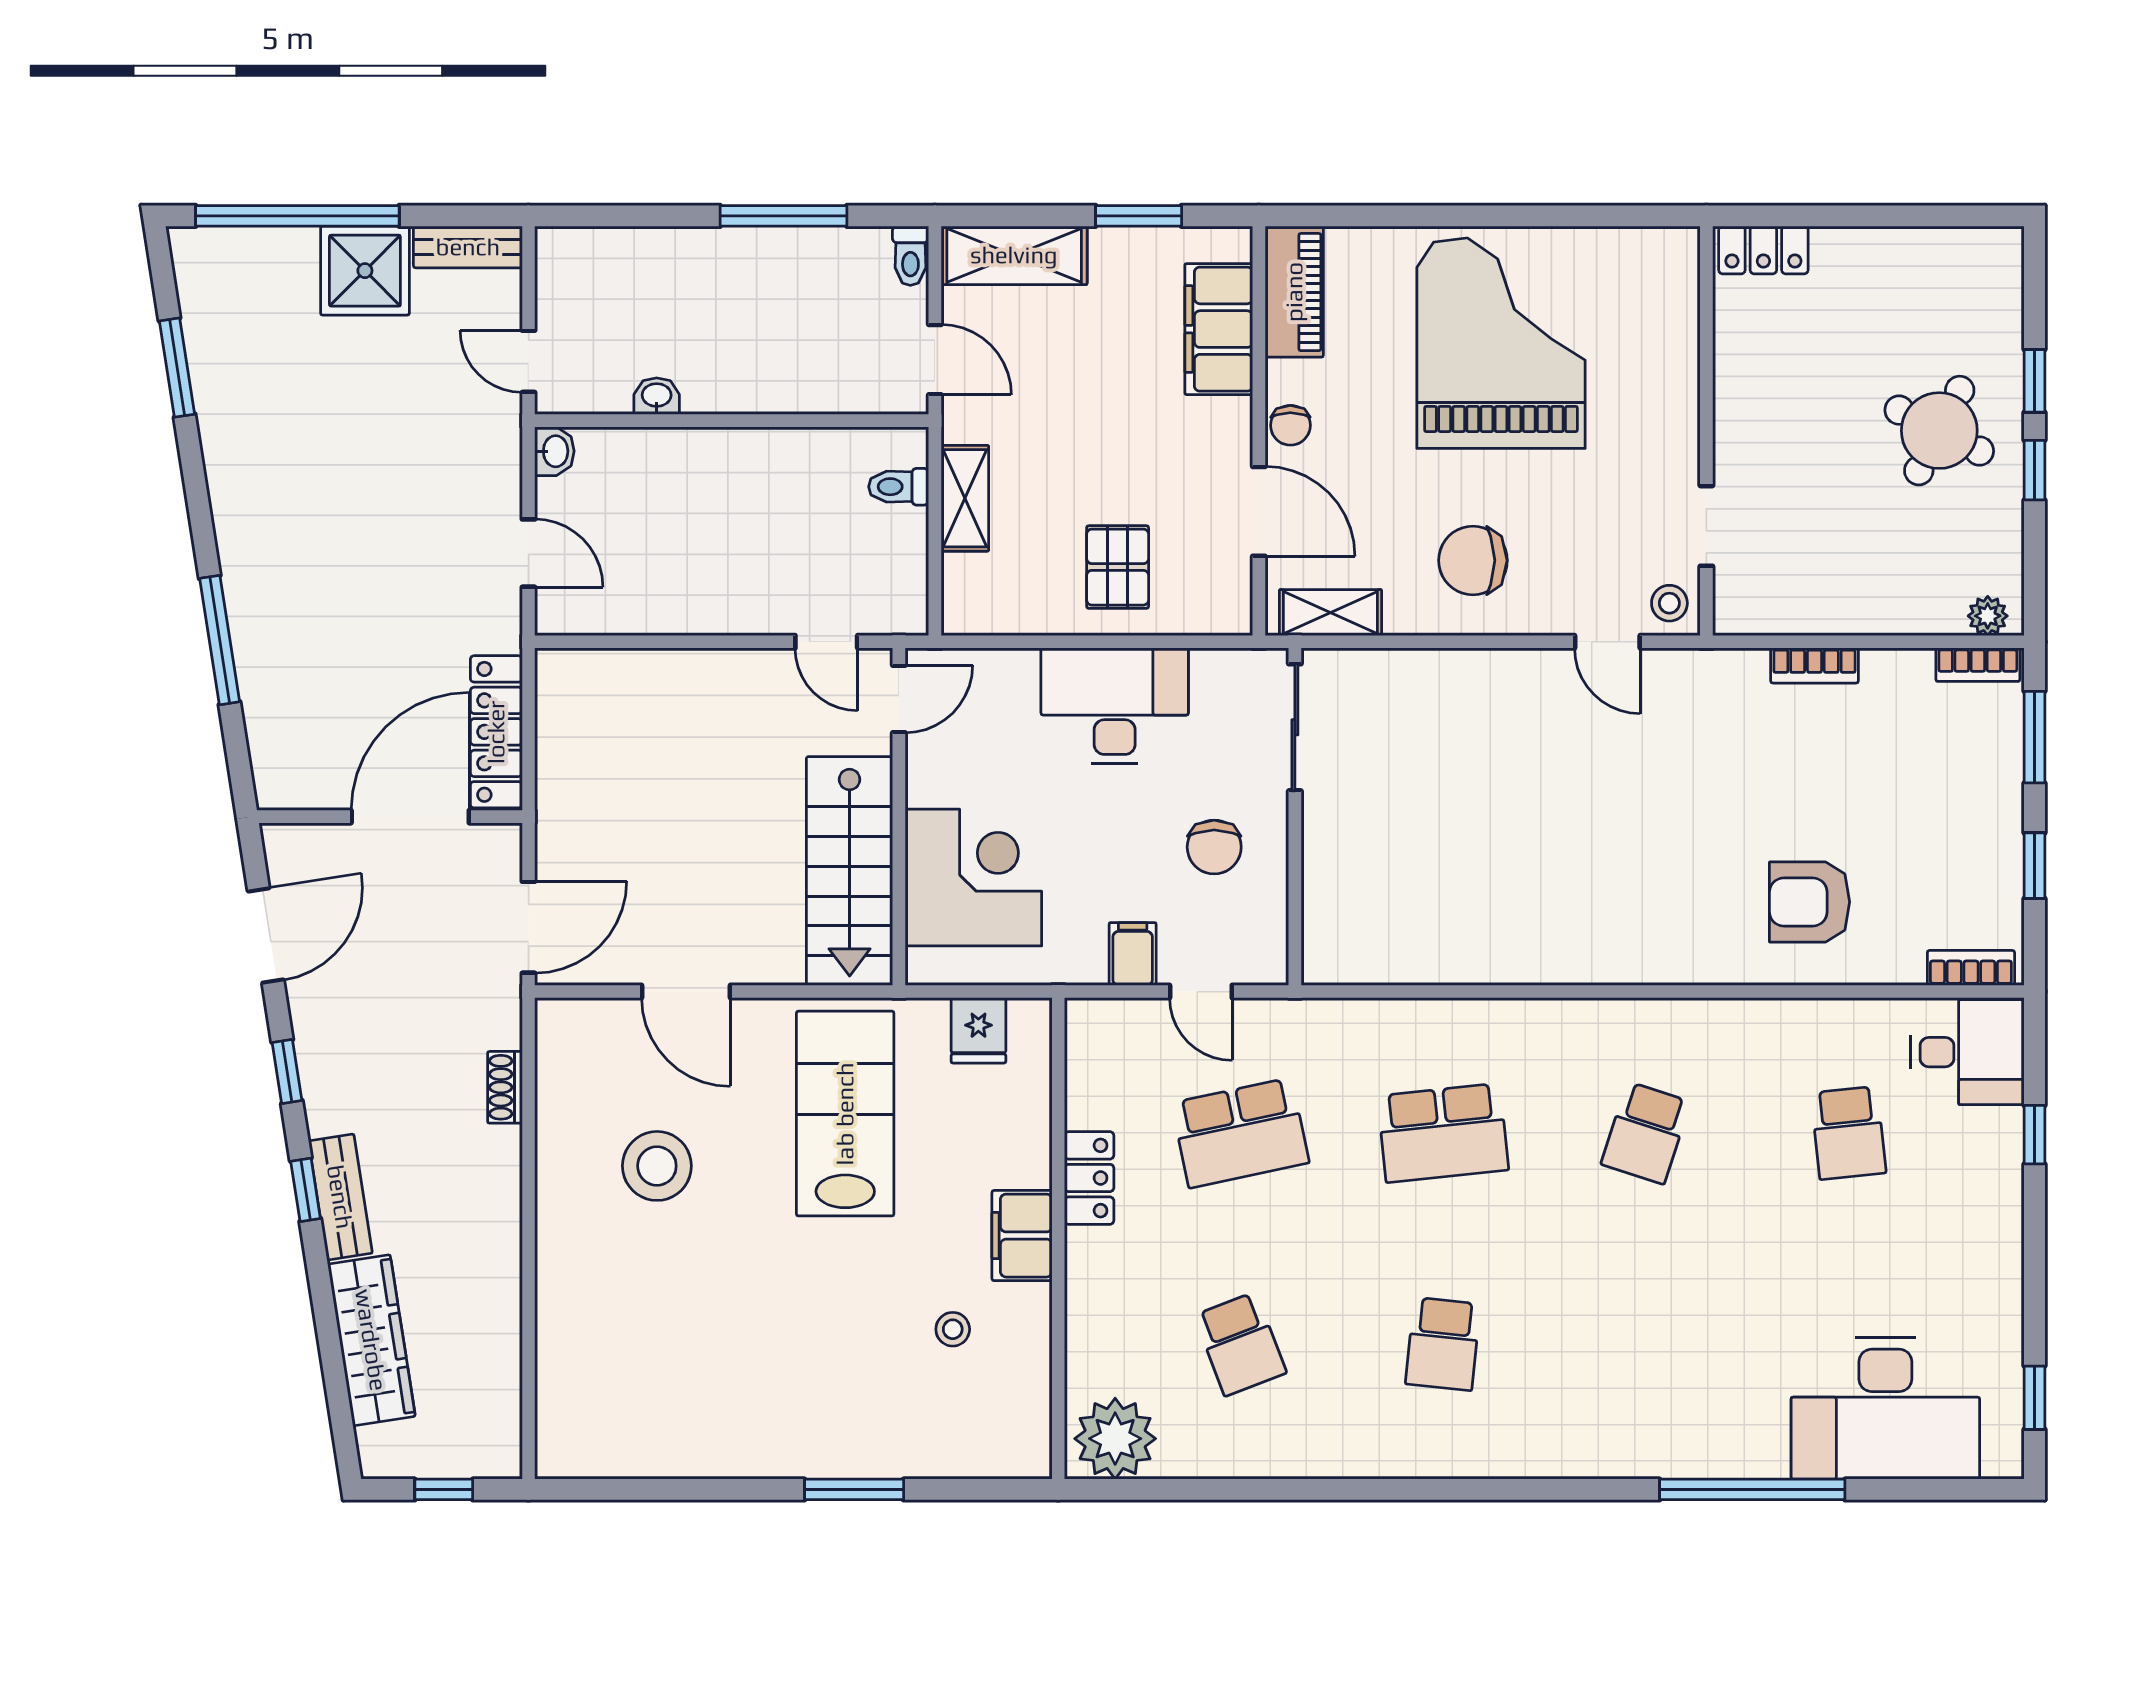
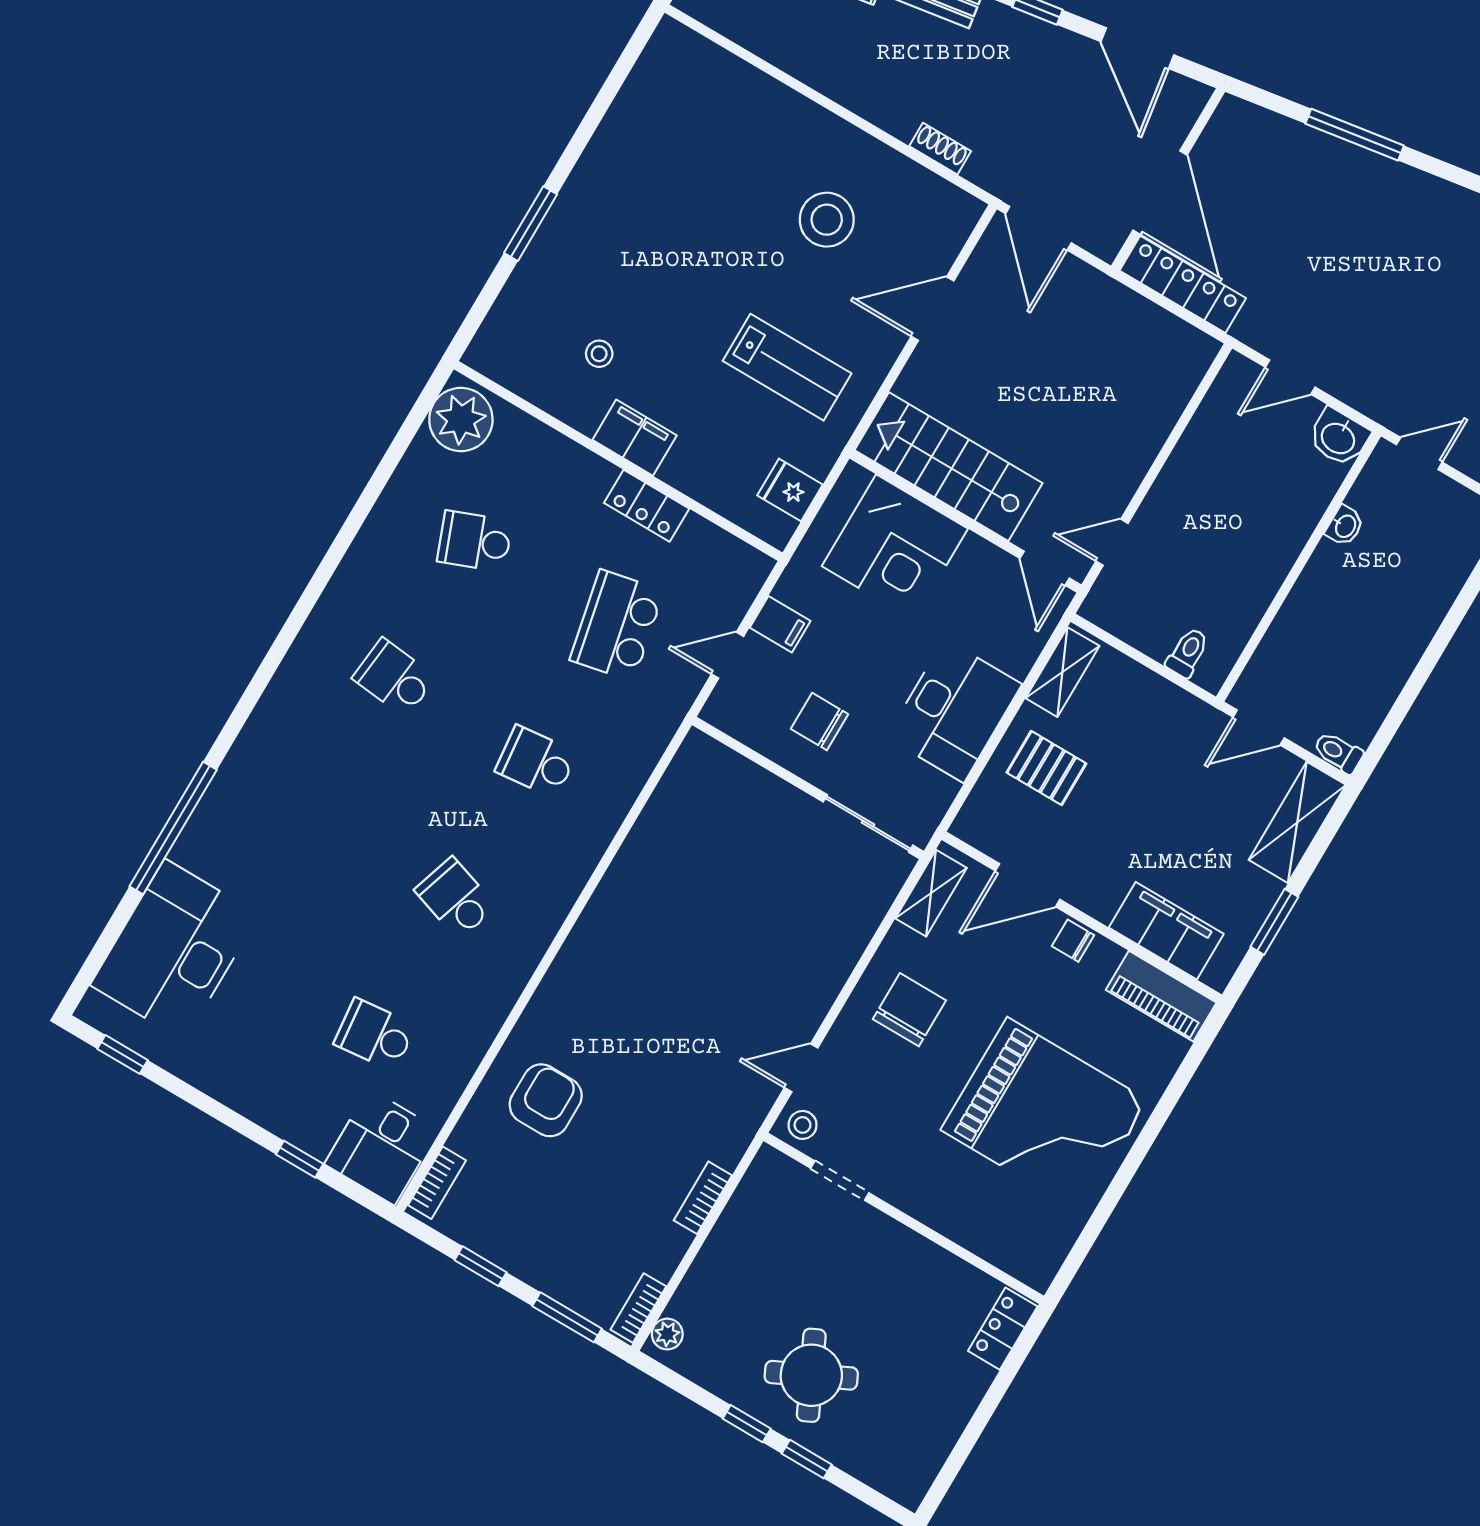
window: (784, 216) -> (1416, 683), removed
round table: (1939, 431) -> (811, 1375), turned 37
washbasin: (554, 451) -> (1339, 437), width x1.38, depth x1.45
shelving: (965, 498) -> (1062, 672), moved, turned 90
lab bench: (845, 1114) -> (787, 367), width x0.73, depth x0.72
school desk: (1443, 1133) -> (536, 762), width x0.54

